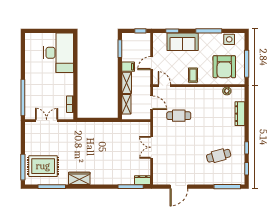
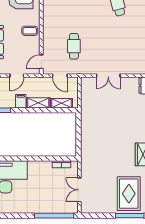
door: (152, 63) -> (17, 76), hinge flipped
door: (152, 103) -> (60, 76), swing flipped

